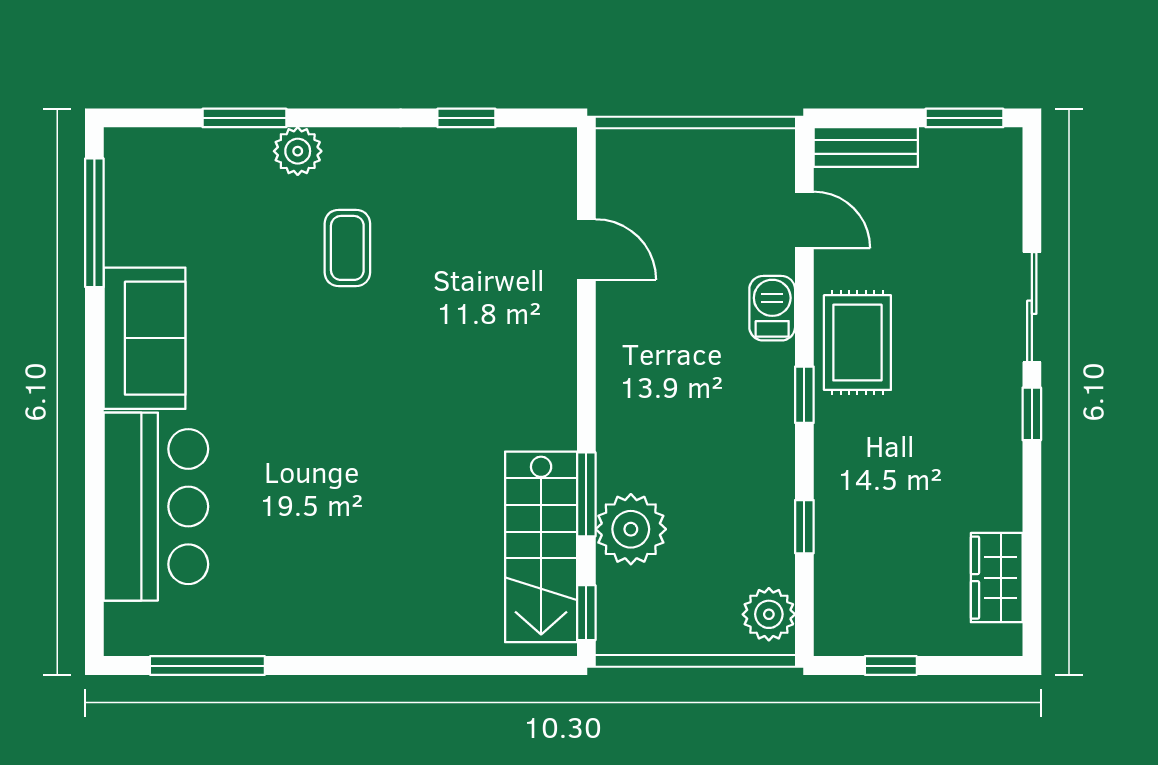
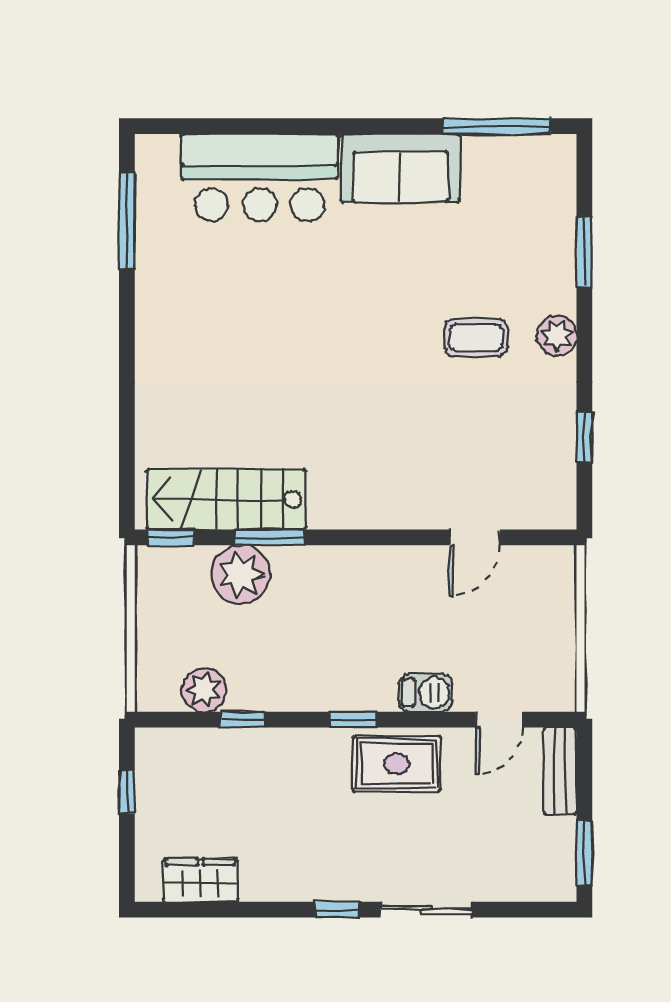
plant: (298, 151) -> (557, 336), moved
plant: (769, 614) -> (204, 690), moved

